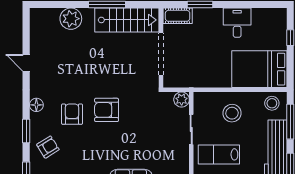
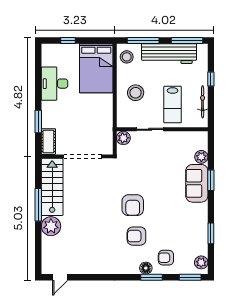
plant: (71, 19) -> (51, 226), moved
desk: (237, 23) -> (55, 84), width x1.37
door: (26, 63) -> (60, 277), moved
floor lamp: (36, 105) -> (146, 268), moved
armchair: (48, 147) -> (166, 258), turned -58

